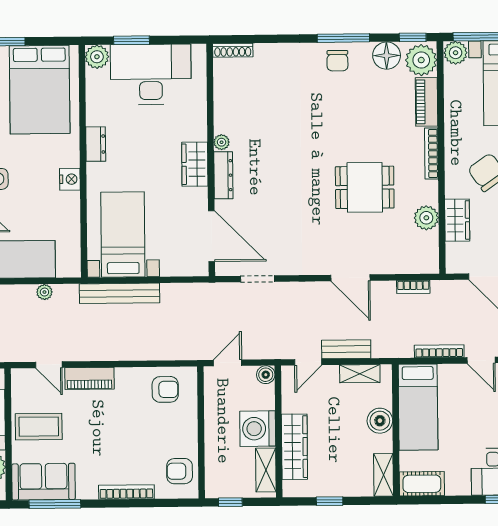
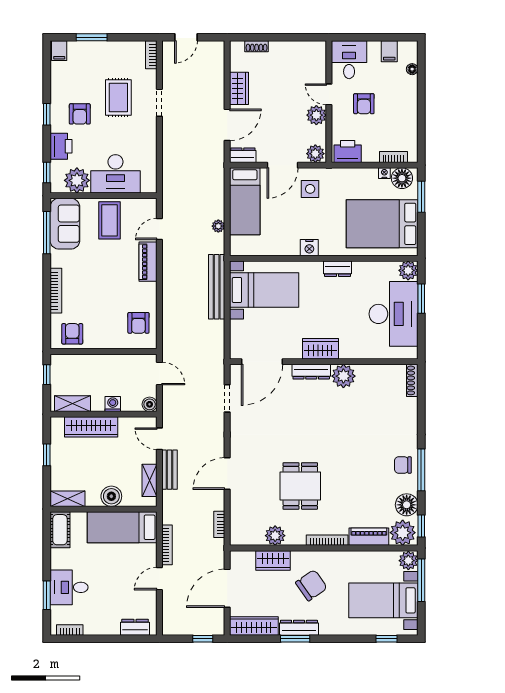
plant: (222, 142) -> (343, 376), width x1.87, depth x1.87
washing machine: (258, 429) -> (113, 404), width x0.53, depth x0.53

